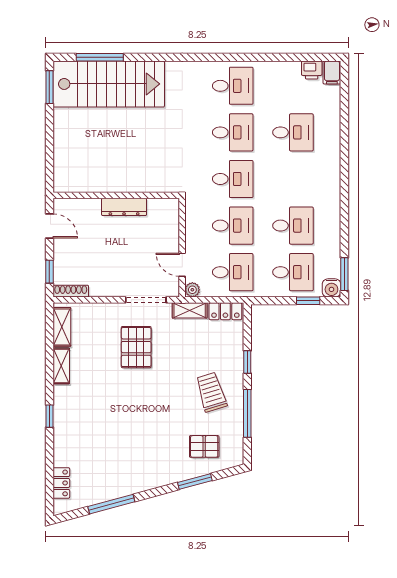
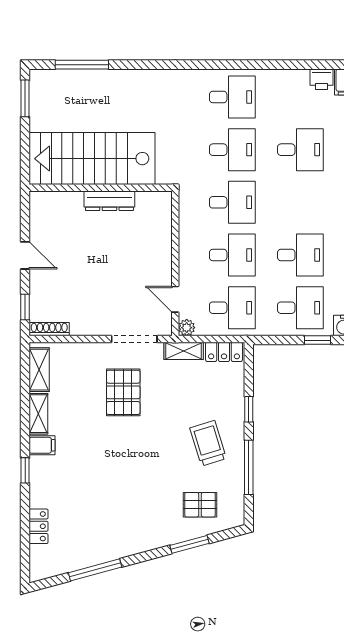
stairs: (109, 84) -> (92, 159), moved, turned 180
wall: (116, 195) -> (101, 188), moved
dresser: (124, 207) -> (109, 201), moved
filing cabinet: (64, 394) -> (42, 445), added
locker: (61, 483) -> (39, 526), moved

